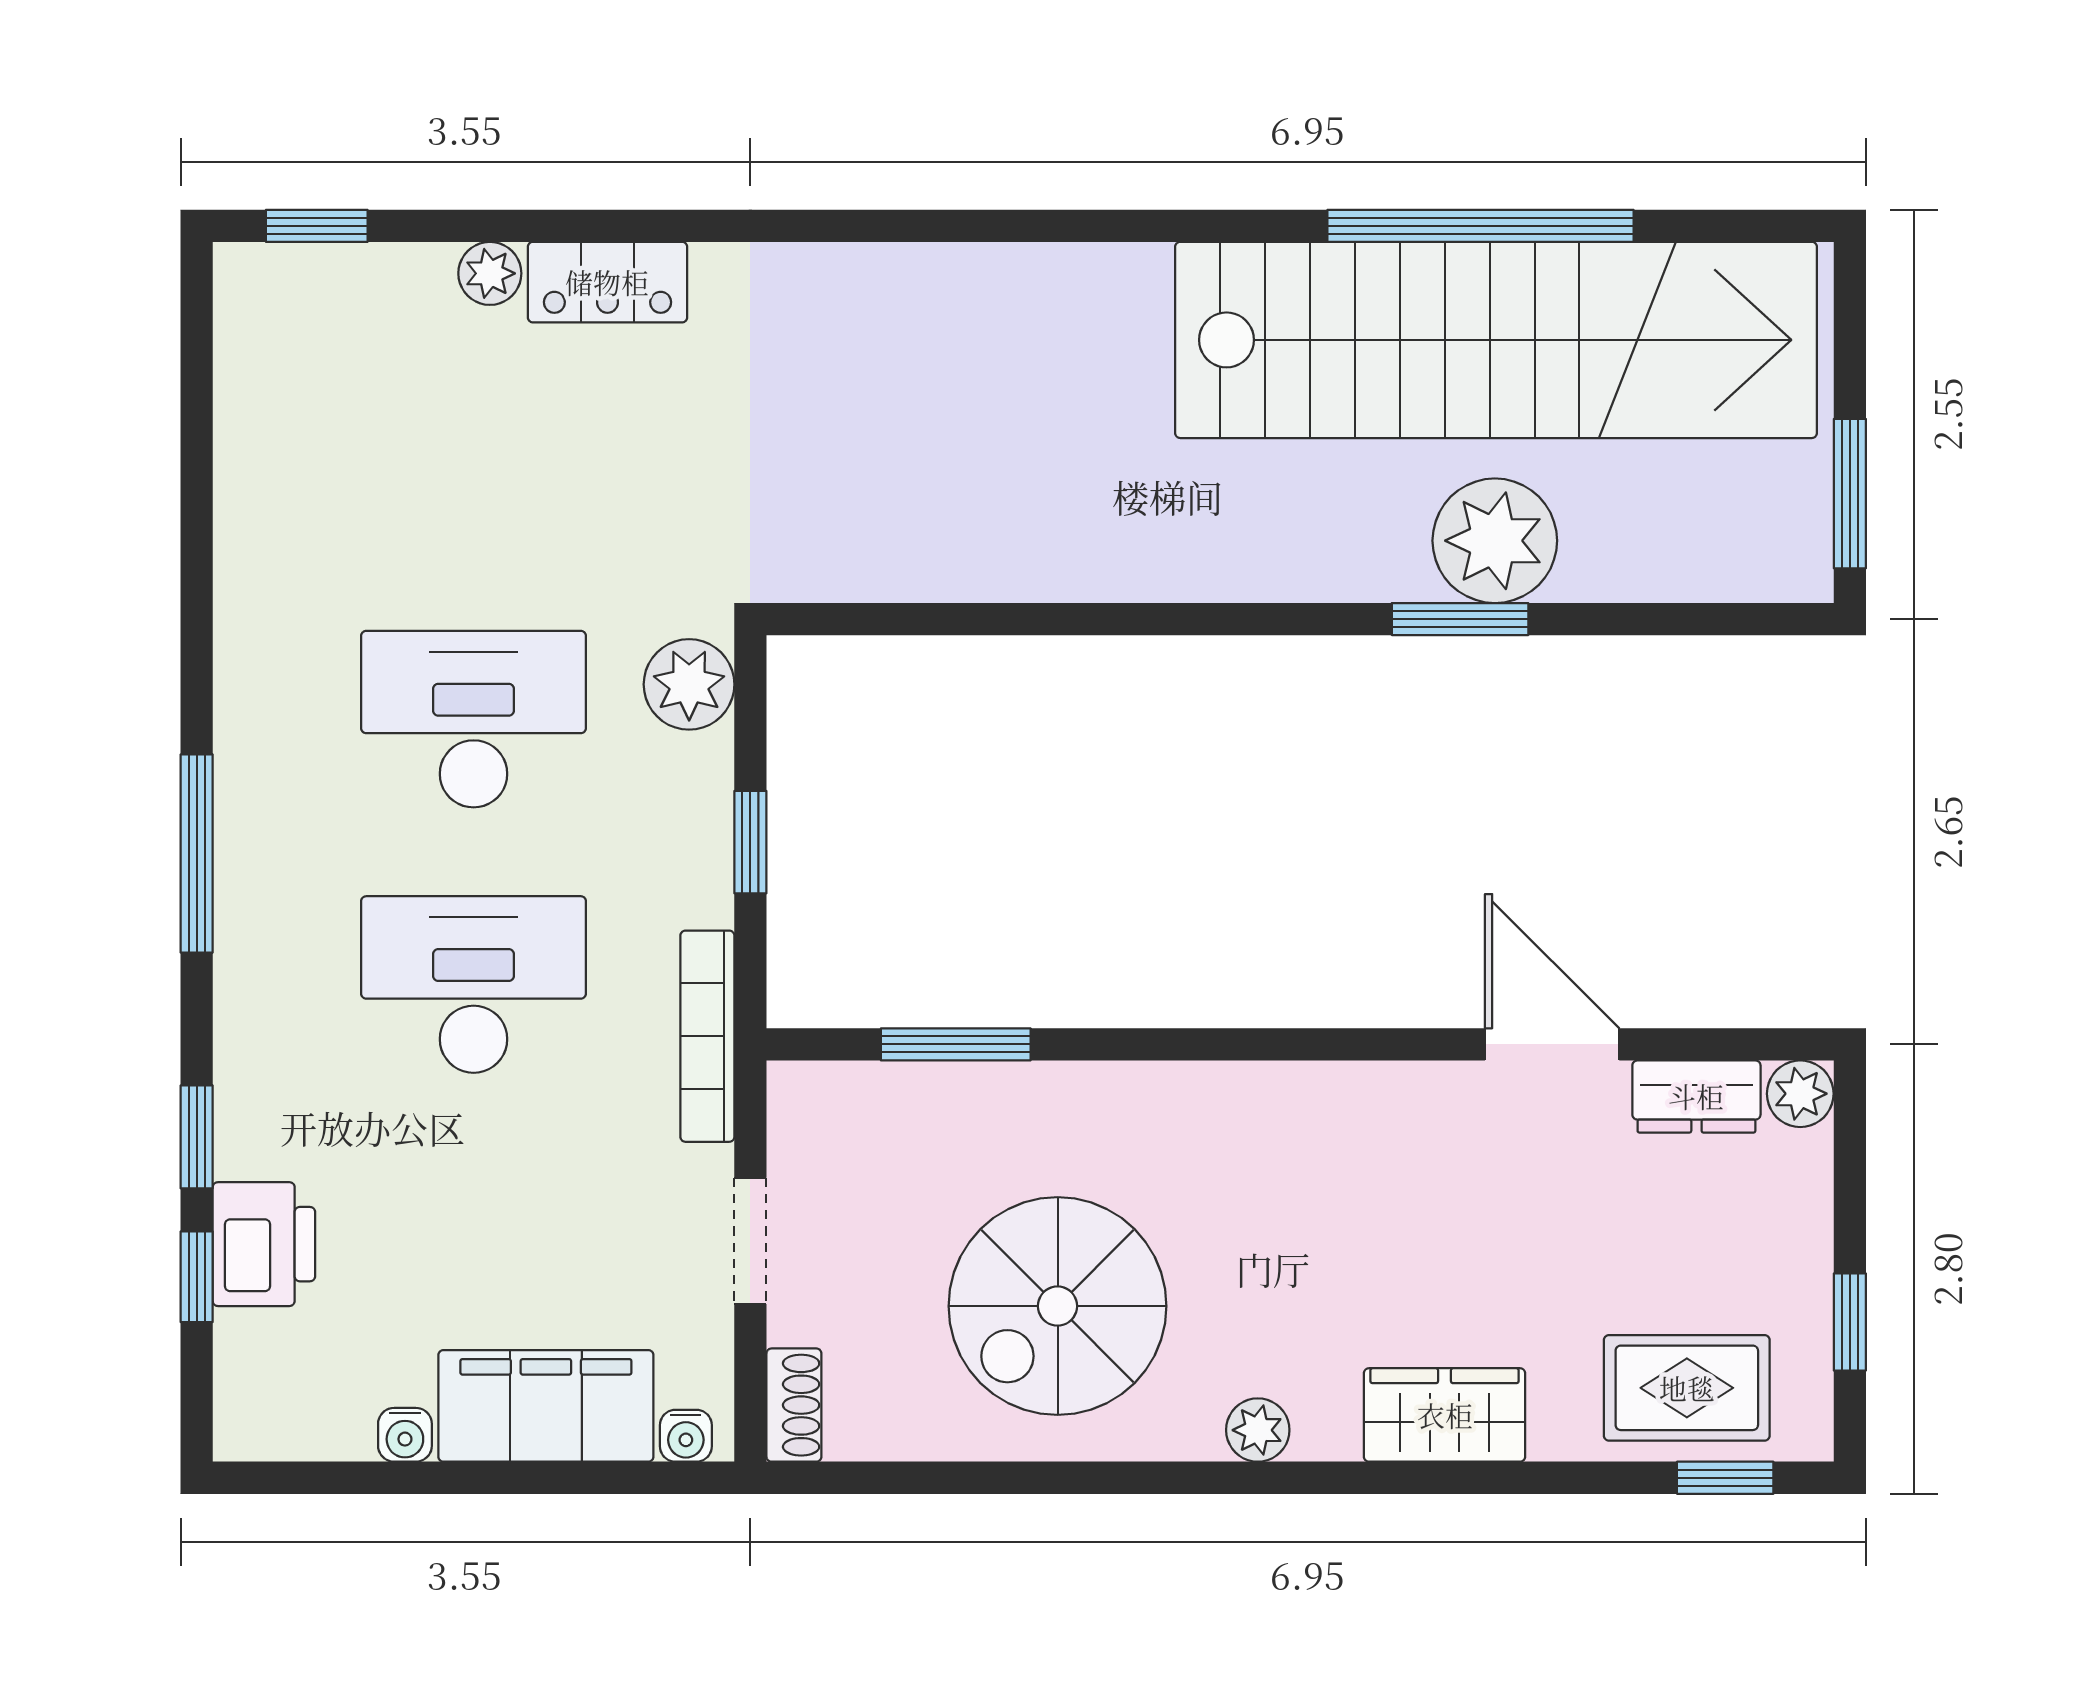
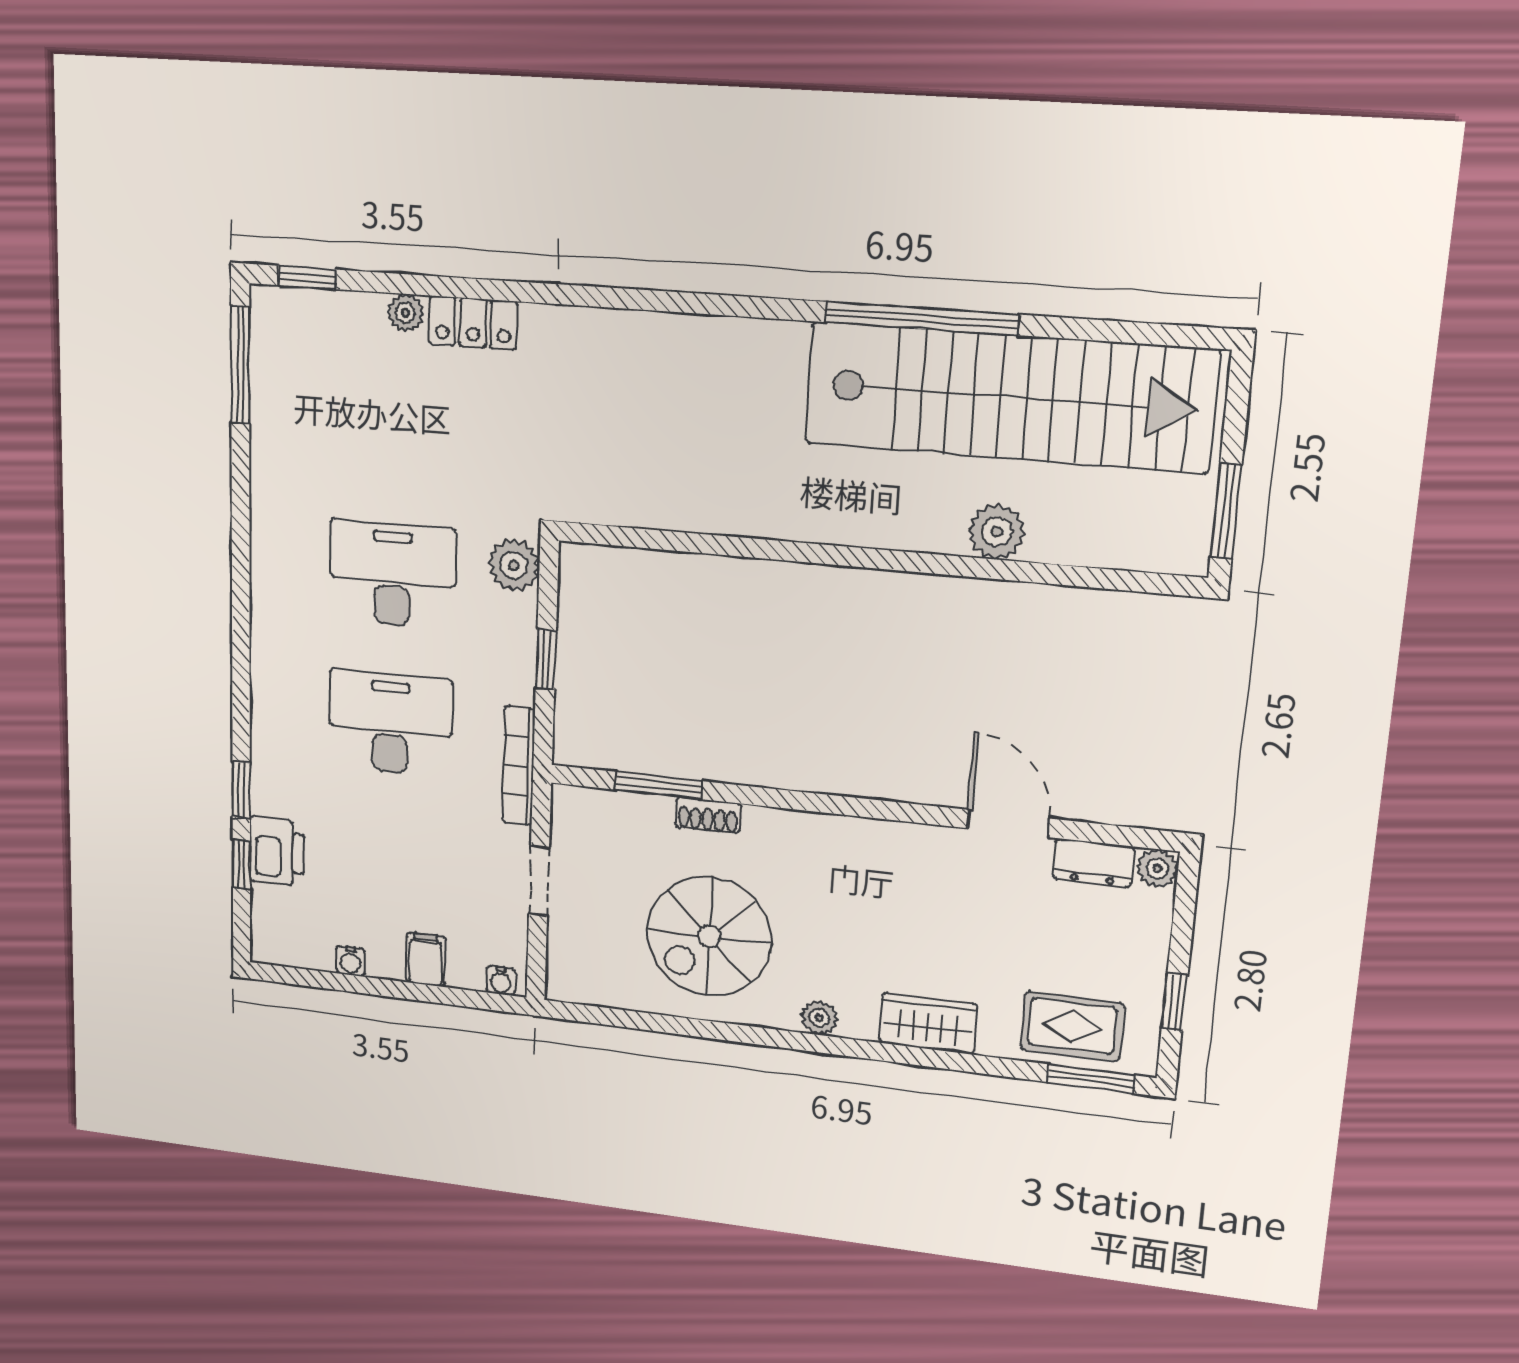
window: (1480, 226) -> (921, 318), moved
plant: (1495, 541) -> (997, 532), width x0.73, depth x0.73
window: (1460, 619) -> (972, 567), removed
window: (197, 853) -> (240, 365), moved
shoe rack: (794, 1405) -> (708, 815), moved, turned 90
filing cabinet: (546, 1406) -> (426, 959), width x0.33, depth x0.86
window: (1725, 1478) -> (1091, 1079), width x1.50

